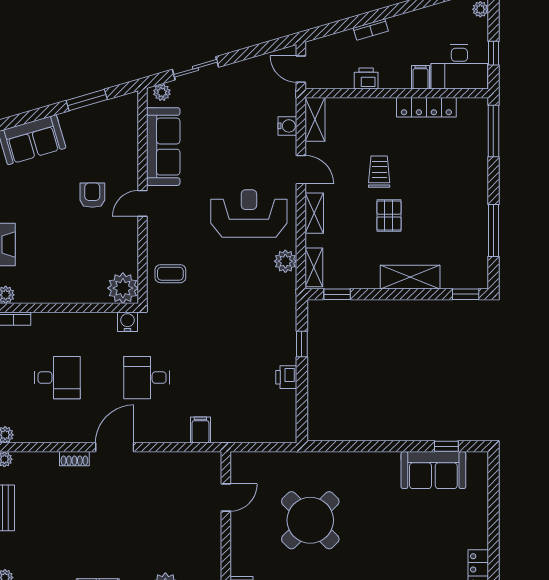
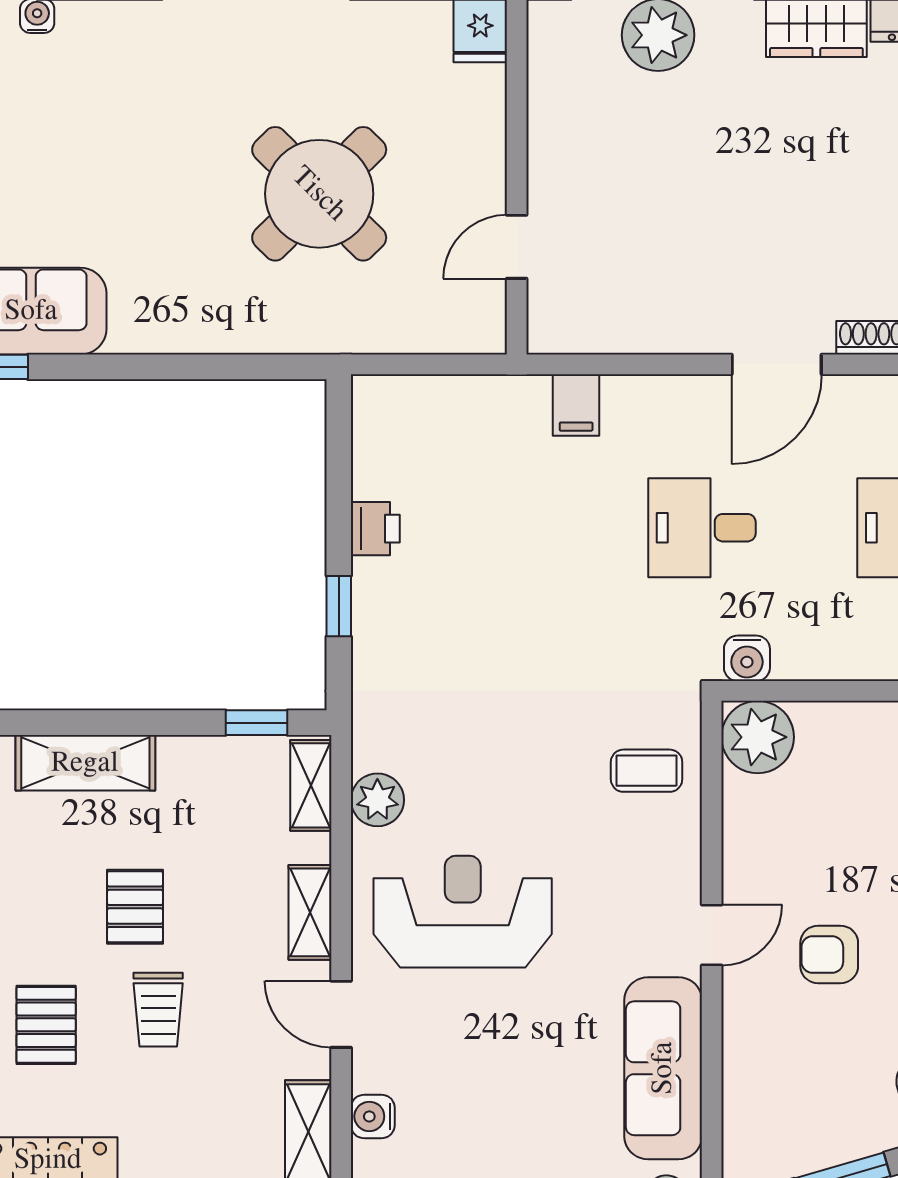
pallet: (427, 165) -> (46, 1025), added
armchair: (92, 195) -> (829, 954), turned 90
reception desk: (249, 213) -> (463, 912), turned 180
desk: (147, 378) -> (702, 528), turned 180

